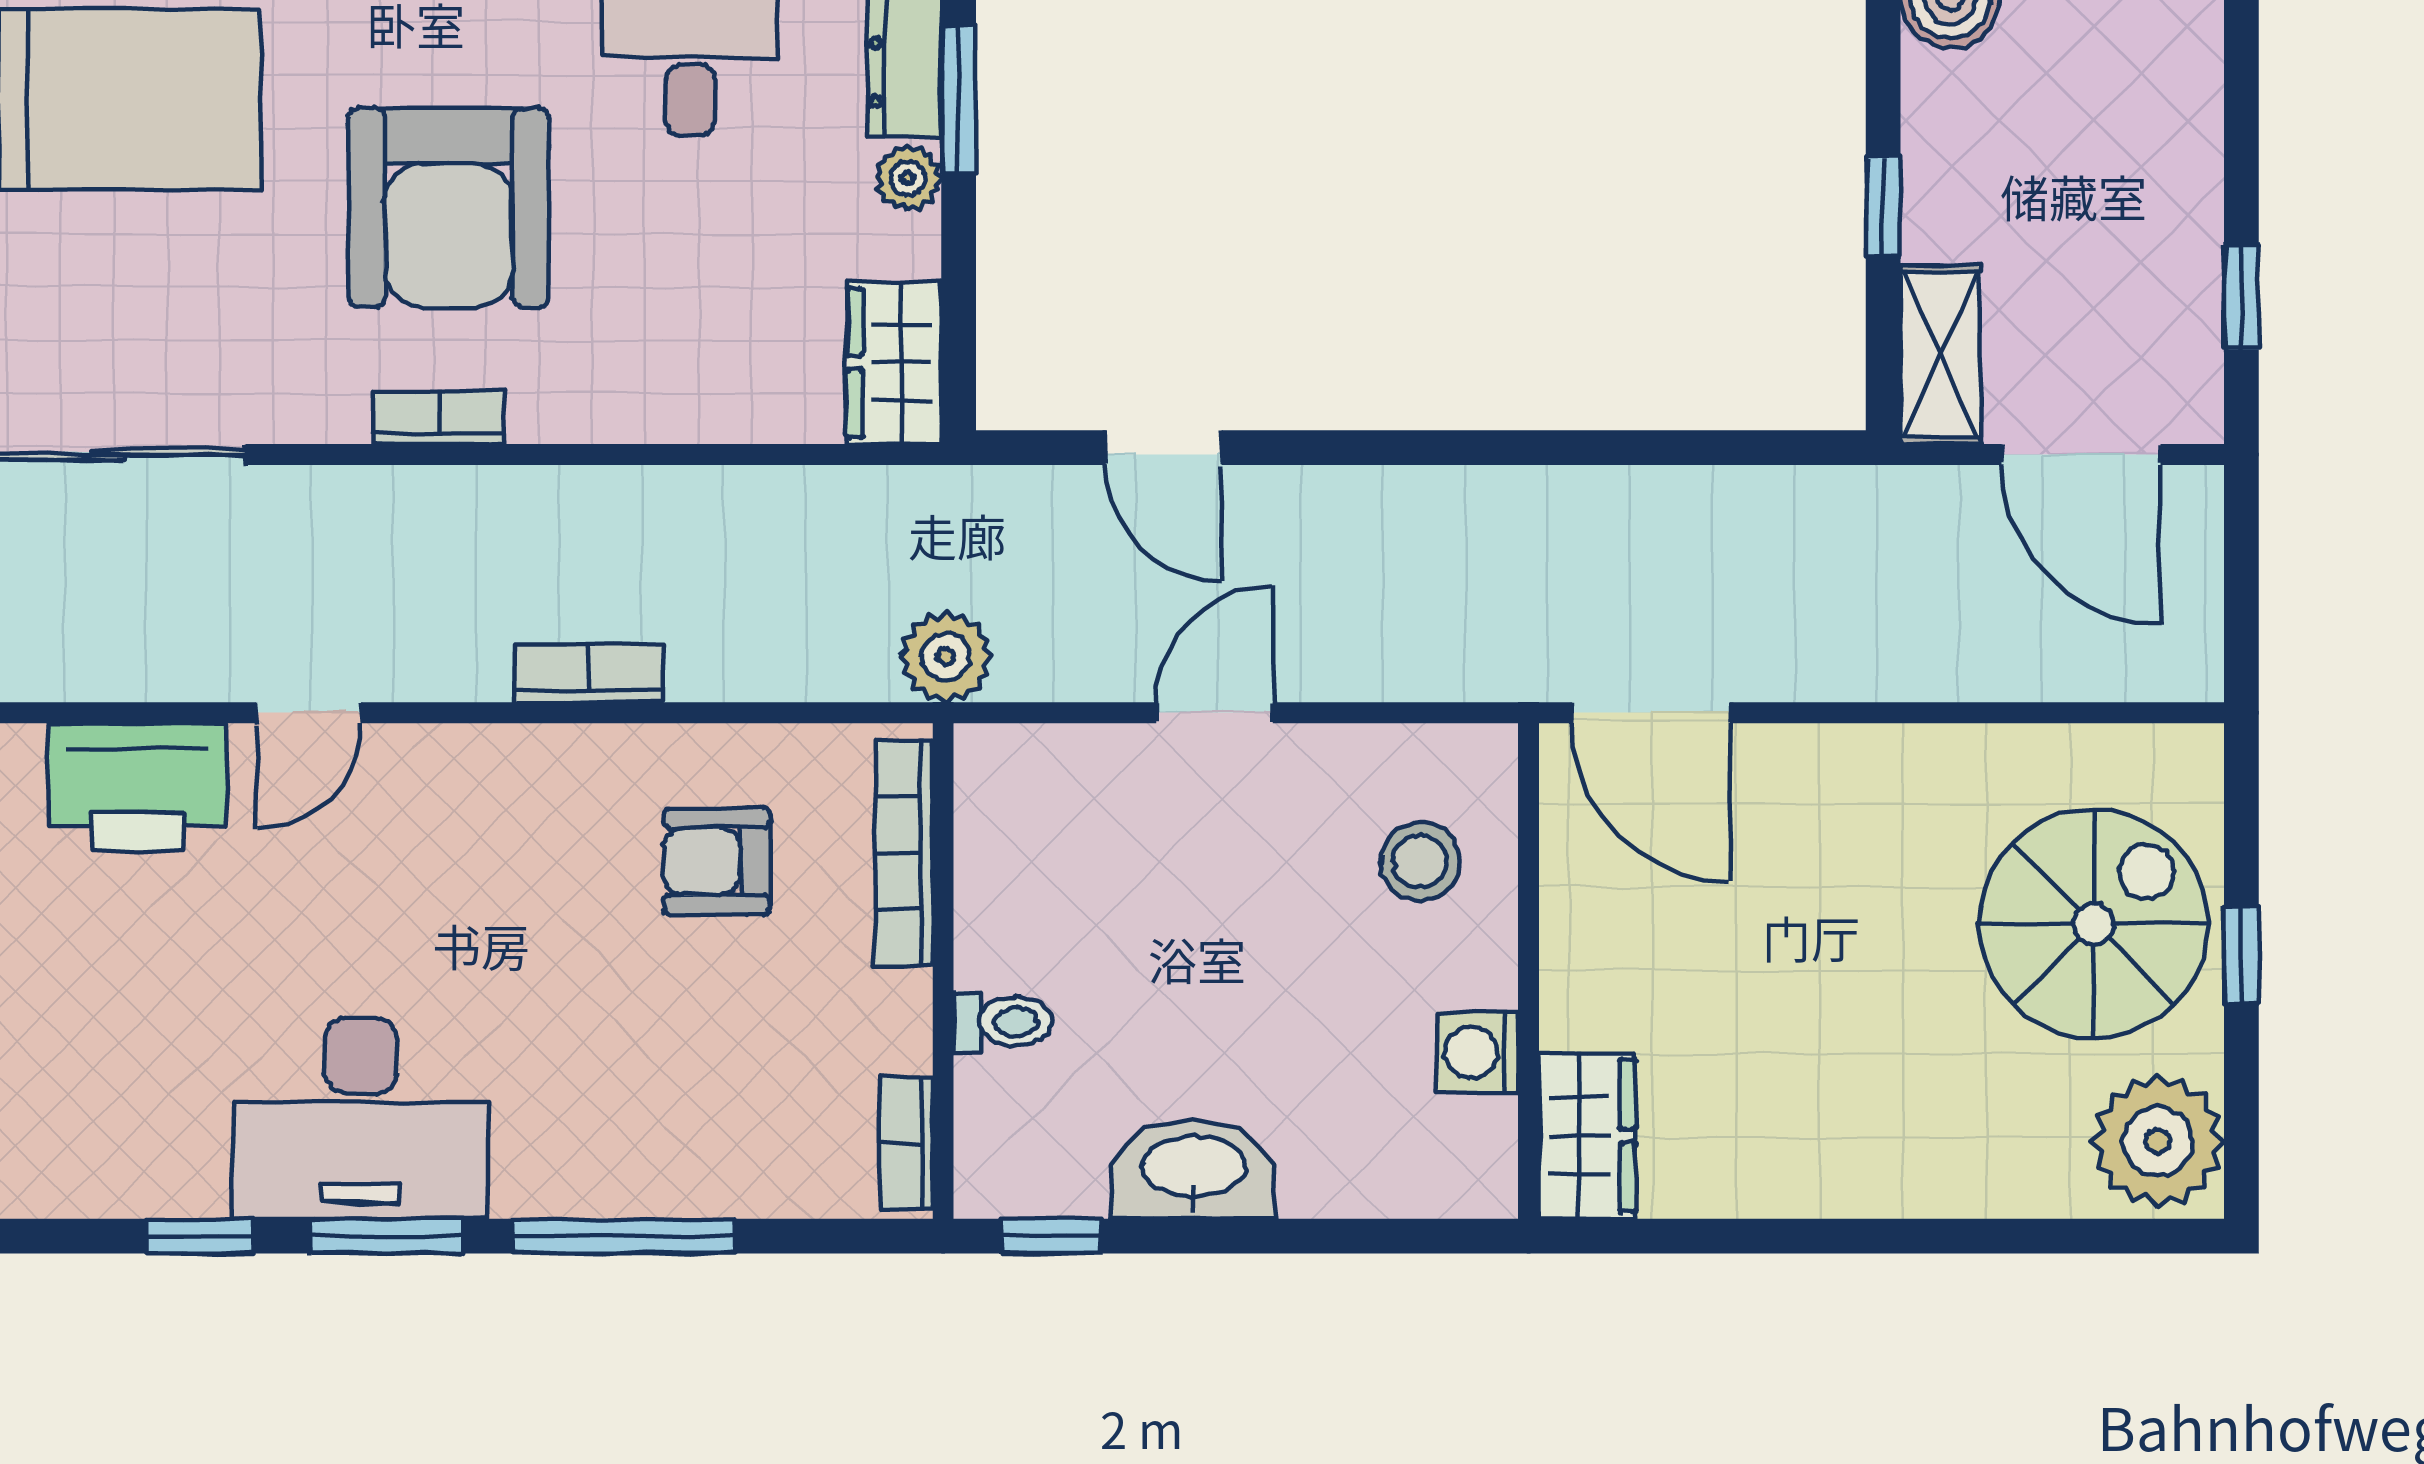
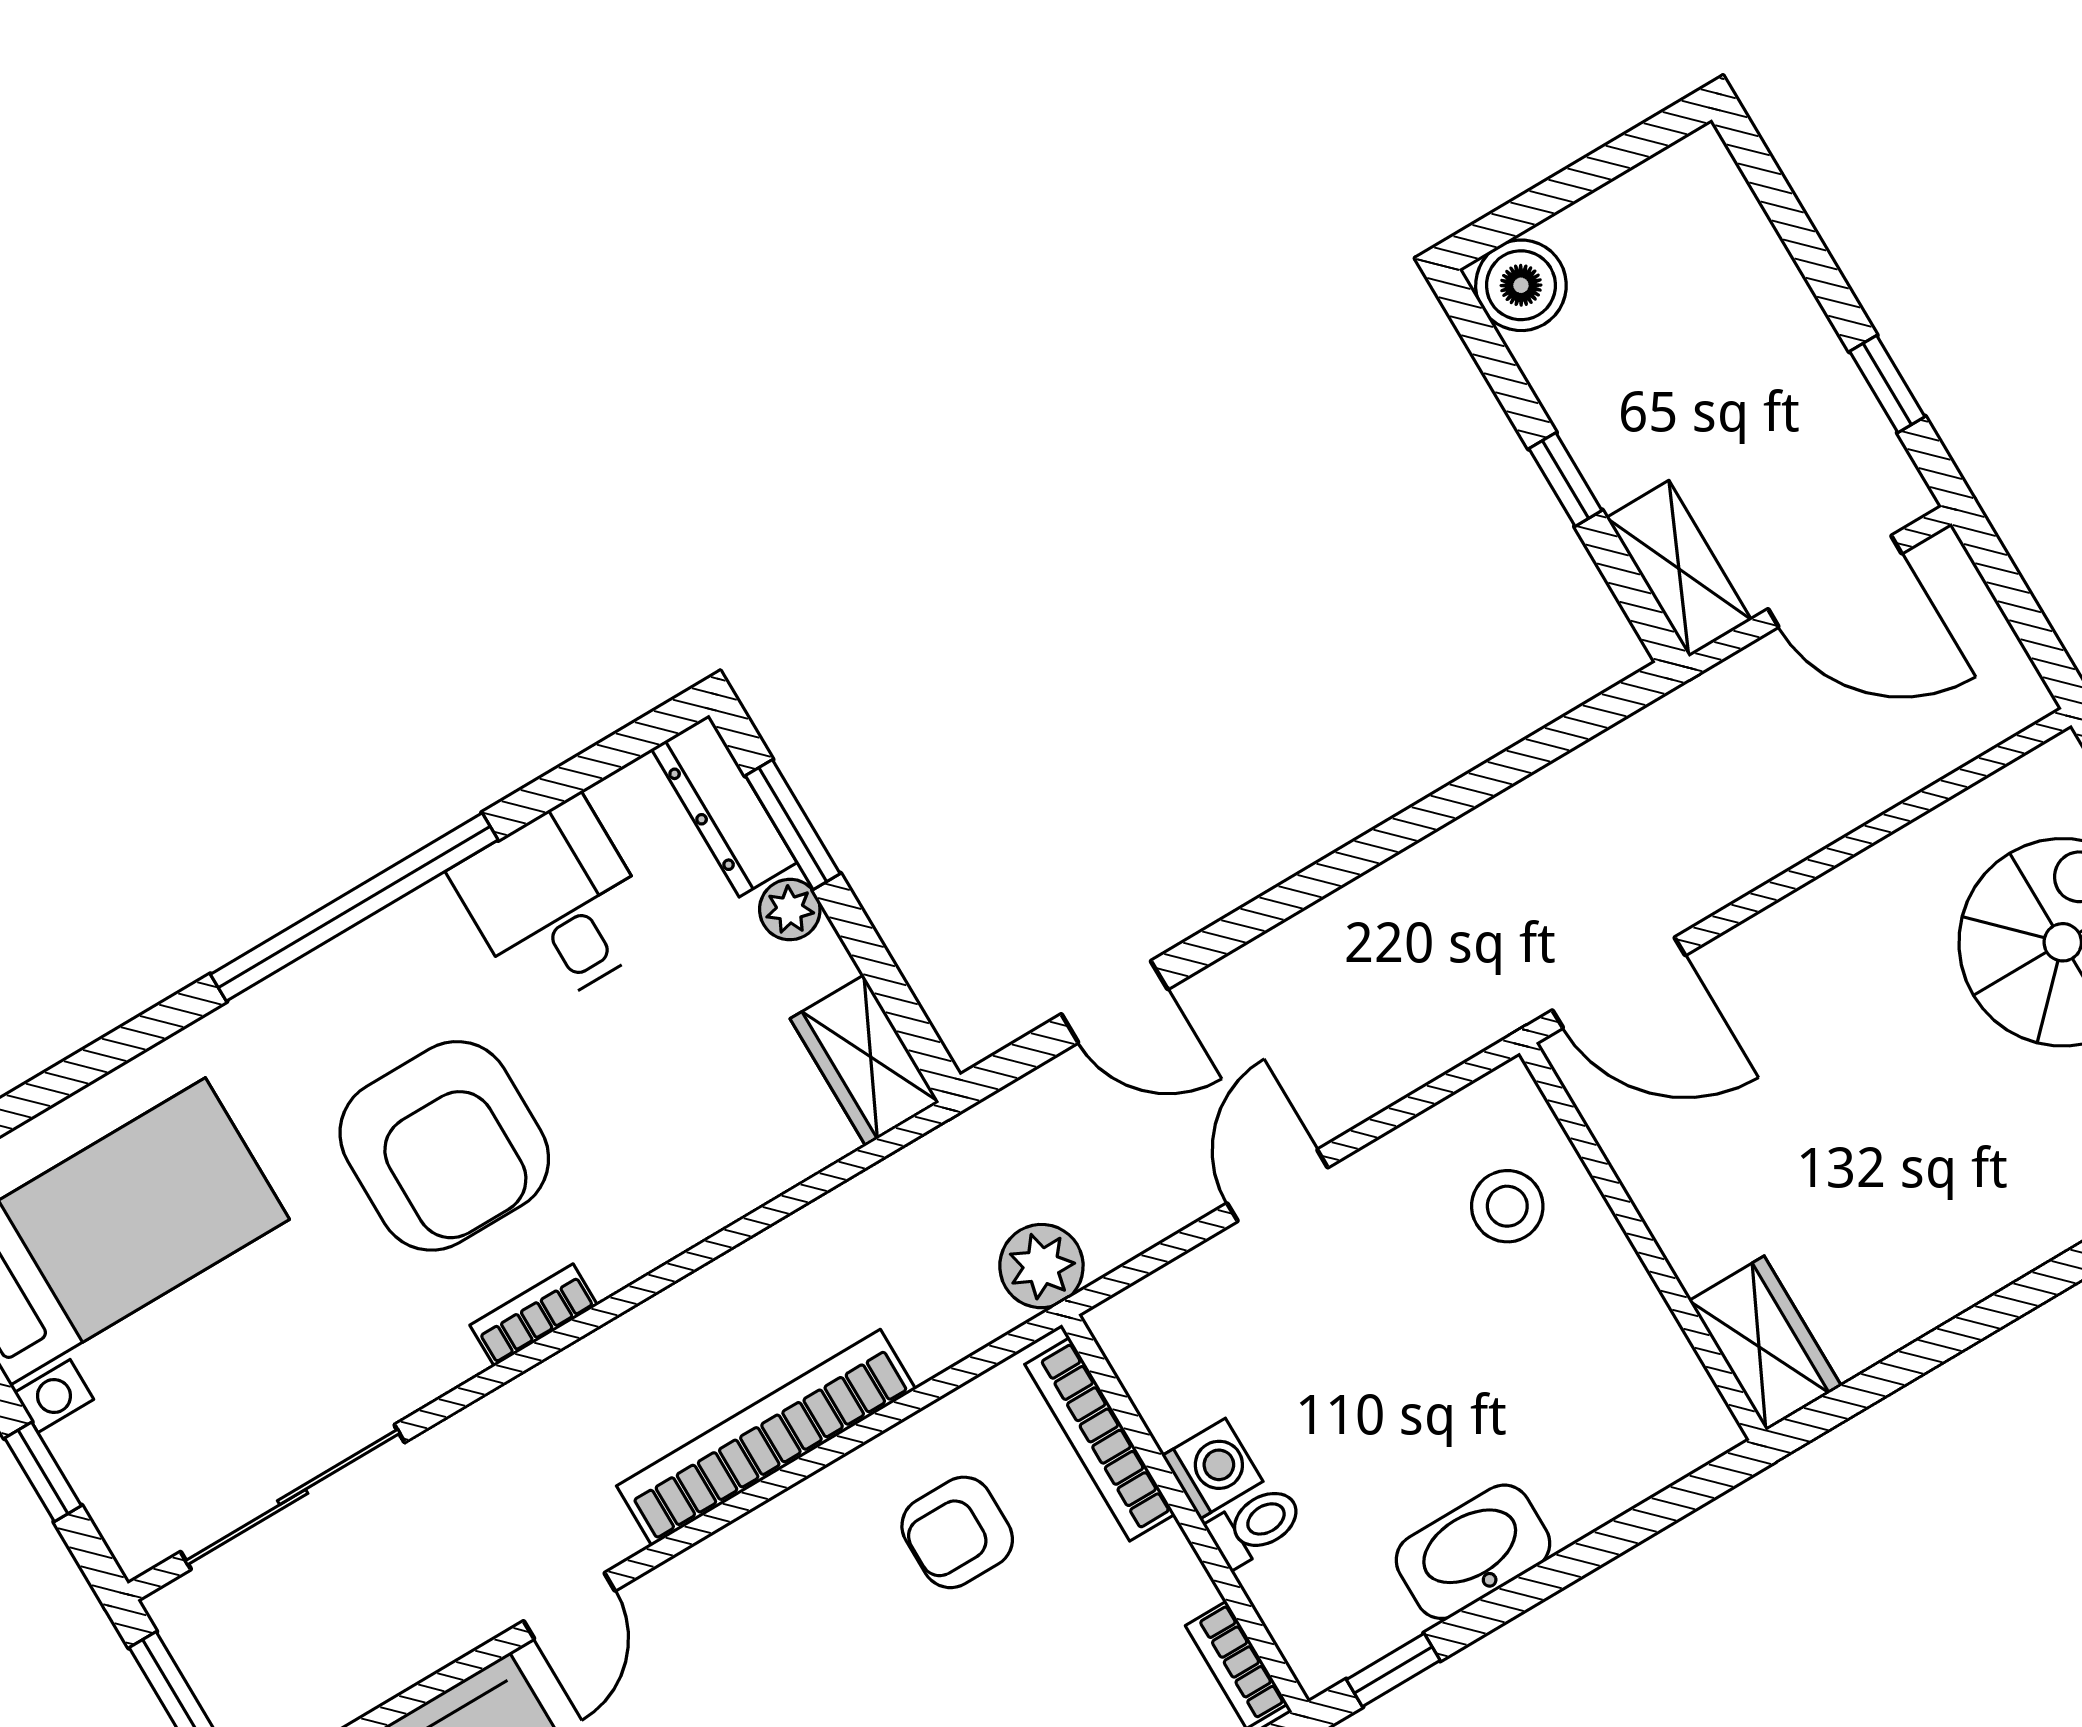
bookcase: (589, 673) -> (766, 1438), width x2.31, depth x1.31
washing machine: (1478, 1053) -> (1213, 1469), moved, turned 180

